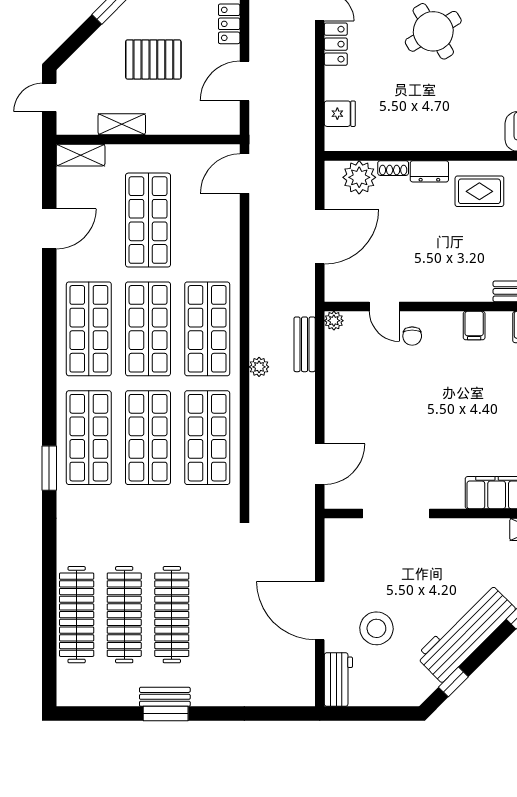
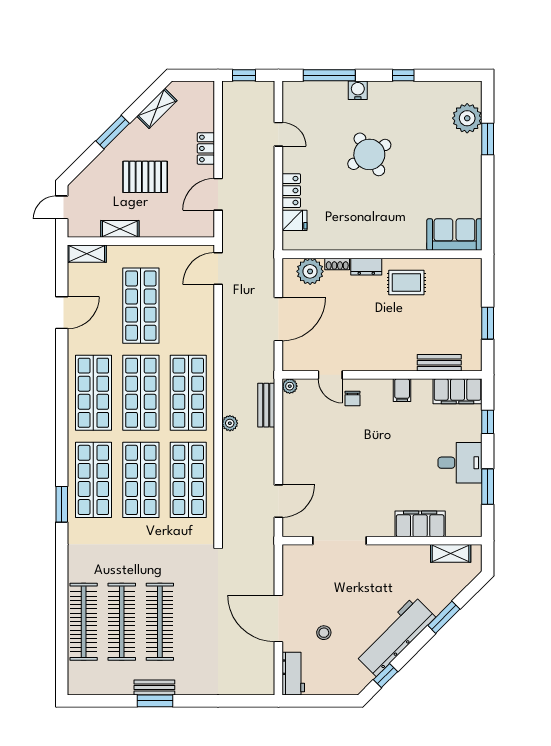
locker: (336, 44) -> (291, 191), moved
stool: (376, 628) -> (324, 633), width x0.53, depth x0.53

